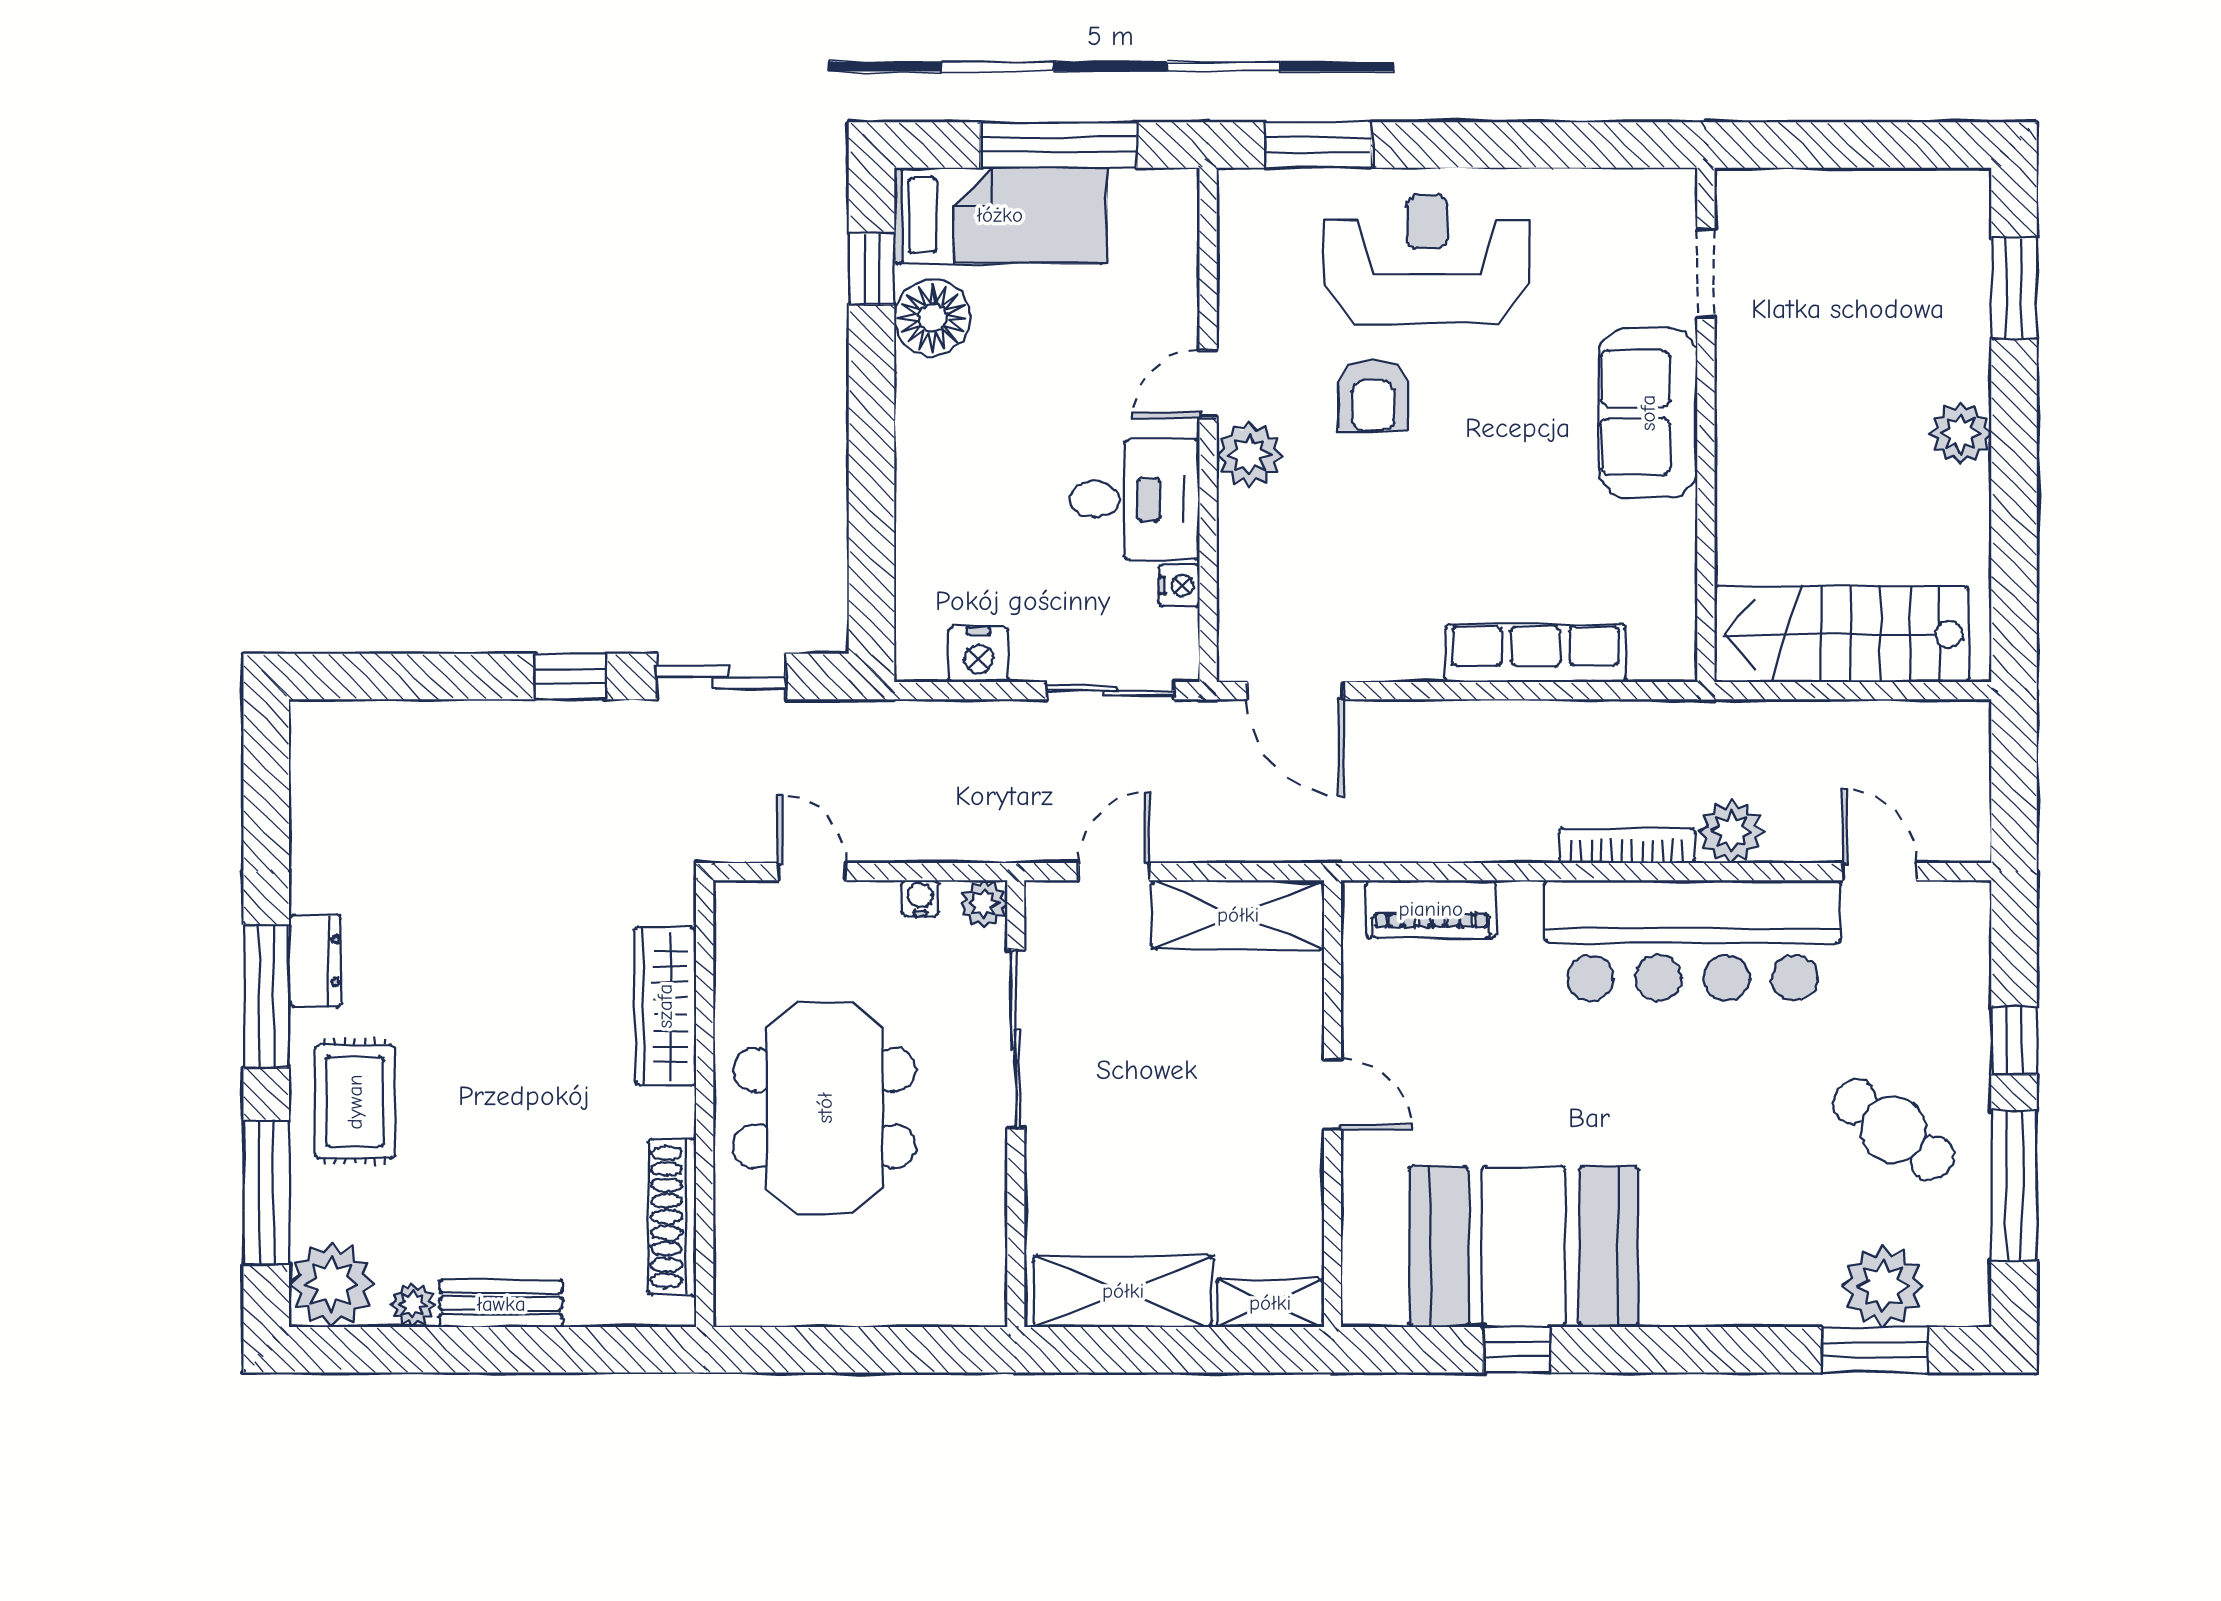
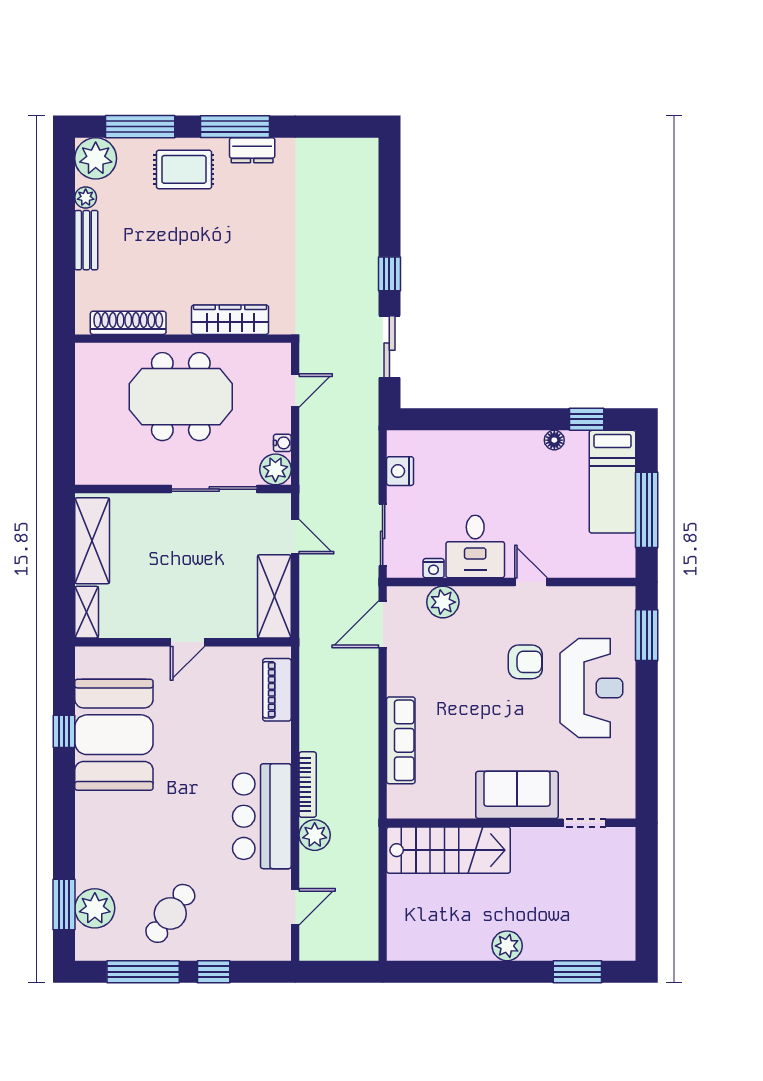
floor lamp: (933, 318) -> (554, 440), width x0.53, depth x0.53
armchair: (1373, 396) -> (525, 662), turned 180
plant: (1249, 455) -> (443, 602), moved
stairs: (1842, 634) -> (448, 850), moved, turned 90
plant: (984, 904) -> (275, 469), width x1.38, depth x1.38
bar counter: (1692, 941) -> (262, 816), width x0.73

